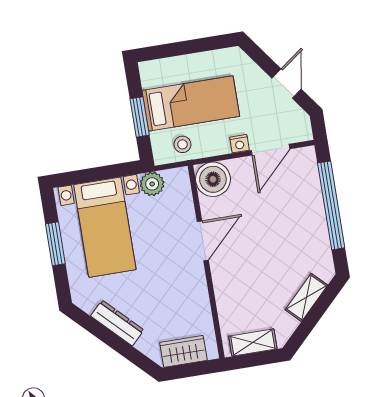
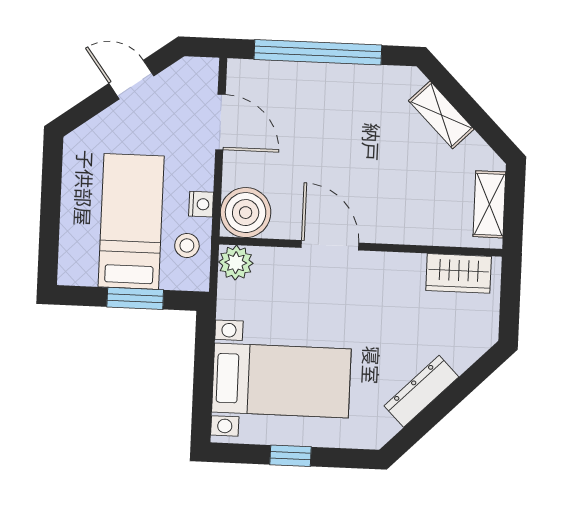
nightstand: (239, 144) -> (201, 204), moved
plant: (152, 184) -> (236, 263), moved
window: (55, 244) -> (291, 456), width x0.67
wardrobe: (183, 351) -> (459, 273), moved, turned -90

